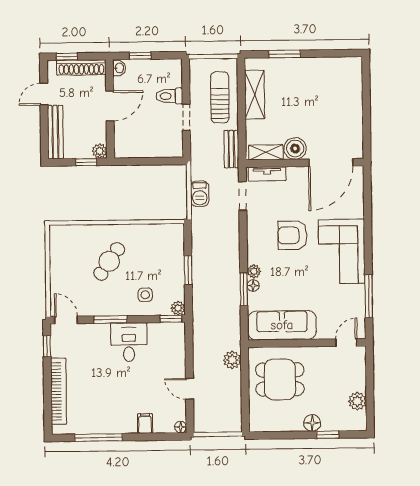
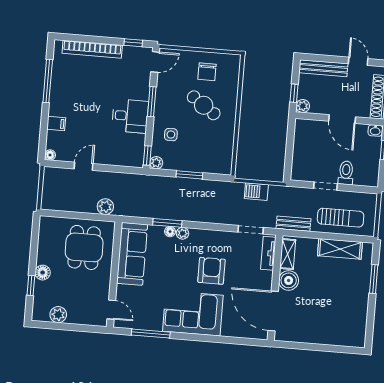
chair: (72, 261) -> (207, 72), added

